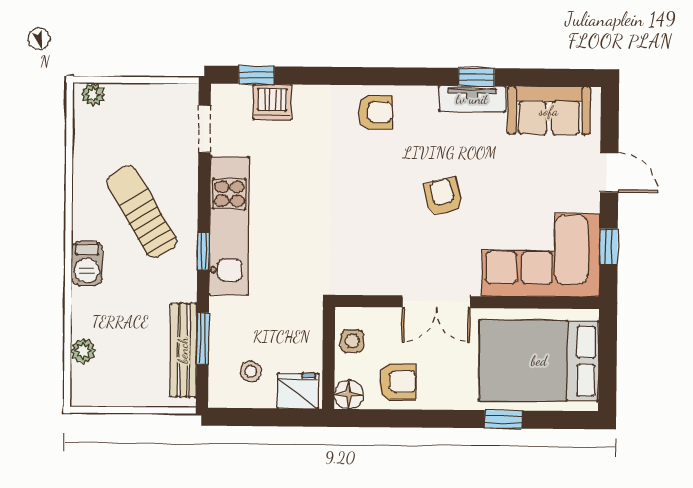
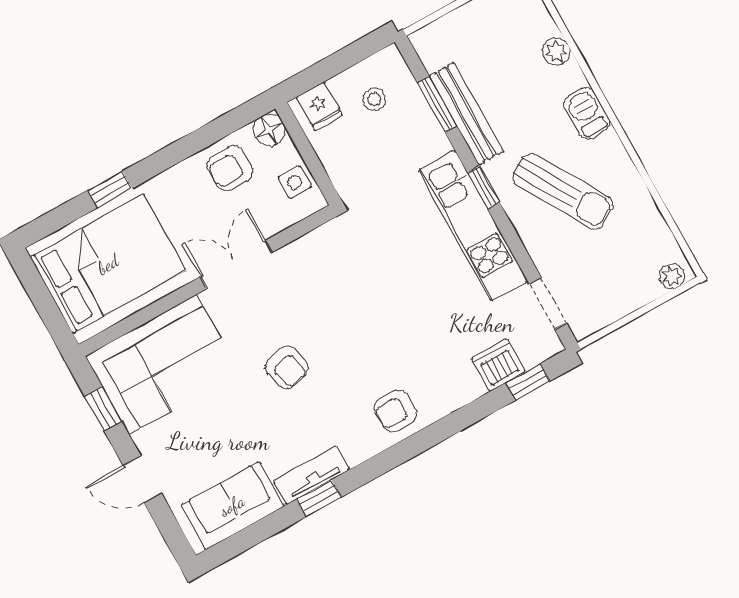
bench: (183, 350) -> (466, 114), moved
plant: (83, 351) -> (556, 52), moved
fridge: (298, 391) -> (319, 106), width x0.72

